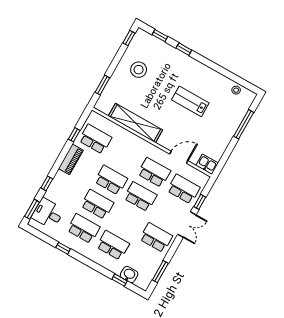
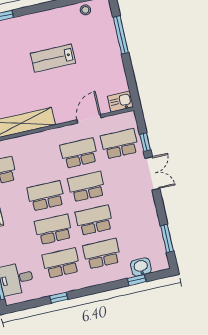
school desk: (156, 238) -> (94, 220), moved

